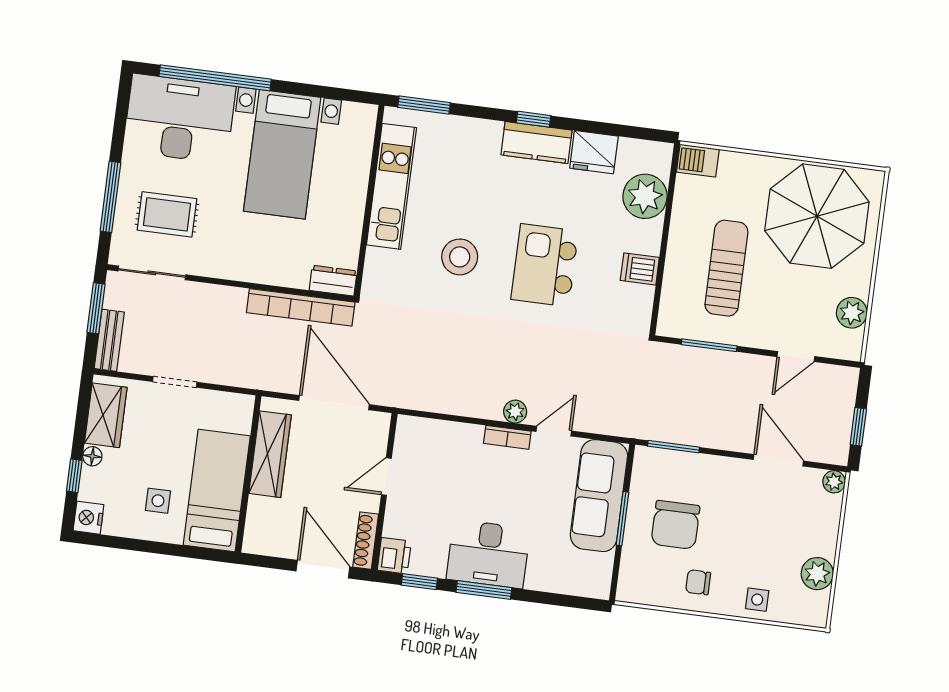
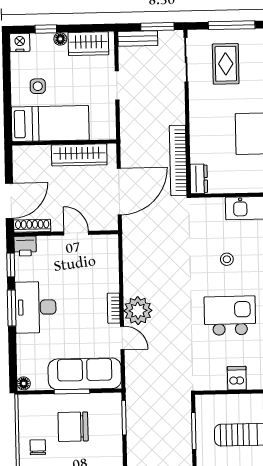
stool: (460, 257) -> (227, 259), width x0.53, depth x0.53
plant: (515, 412) -> (138, 311), width x1.87, depth x1.87
floor lamp: (600, 589) -> (24, 383), added

